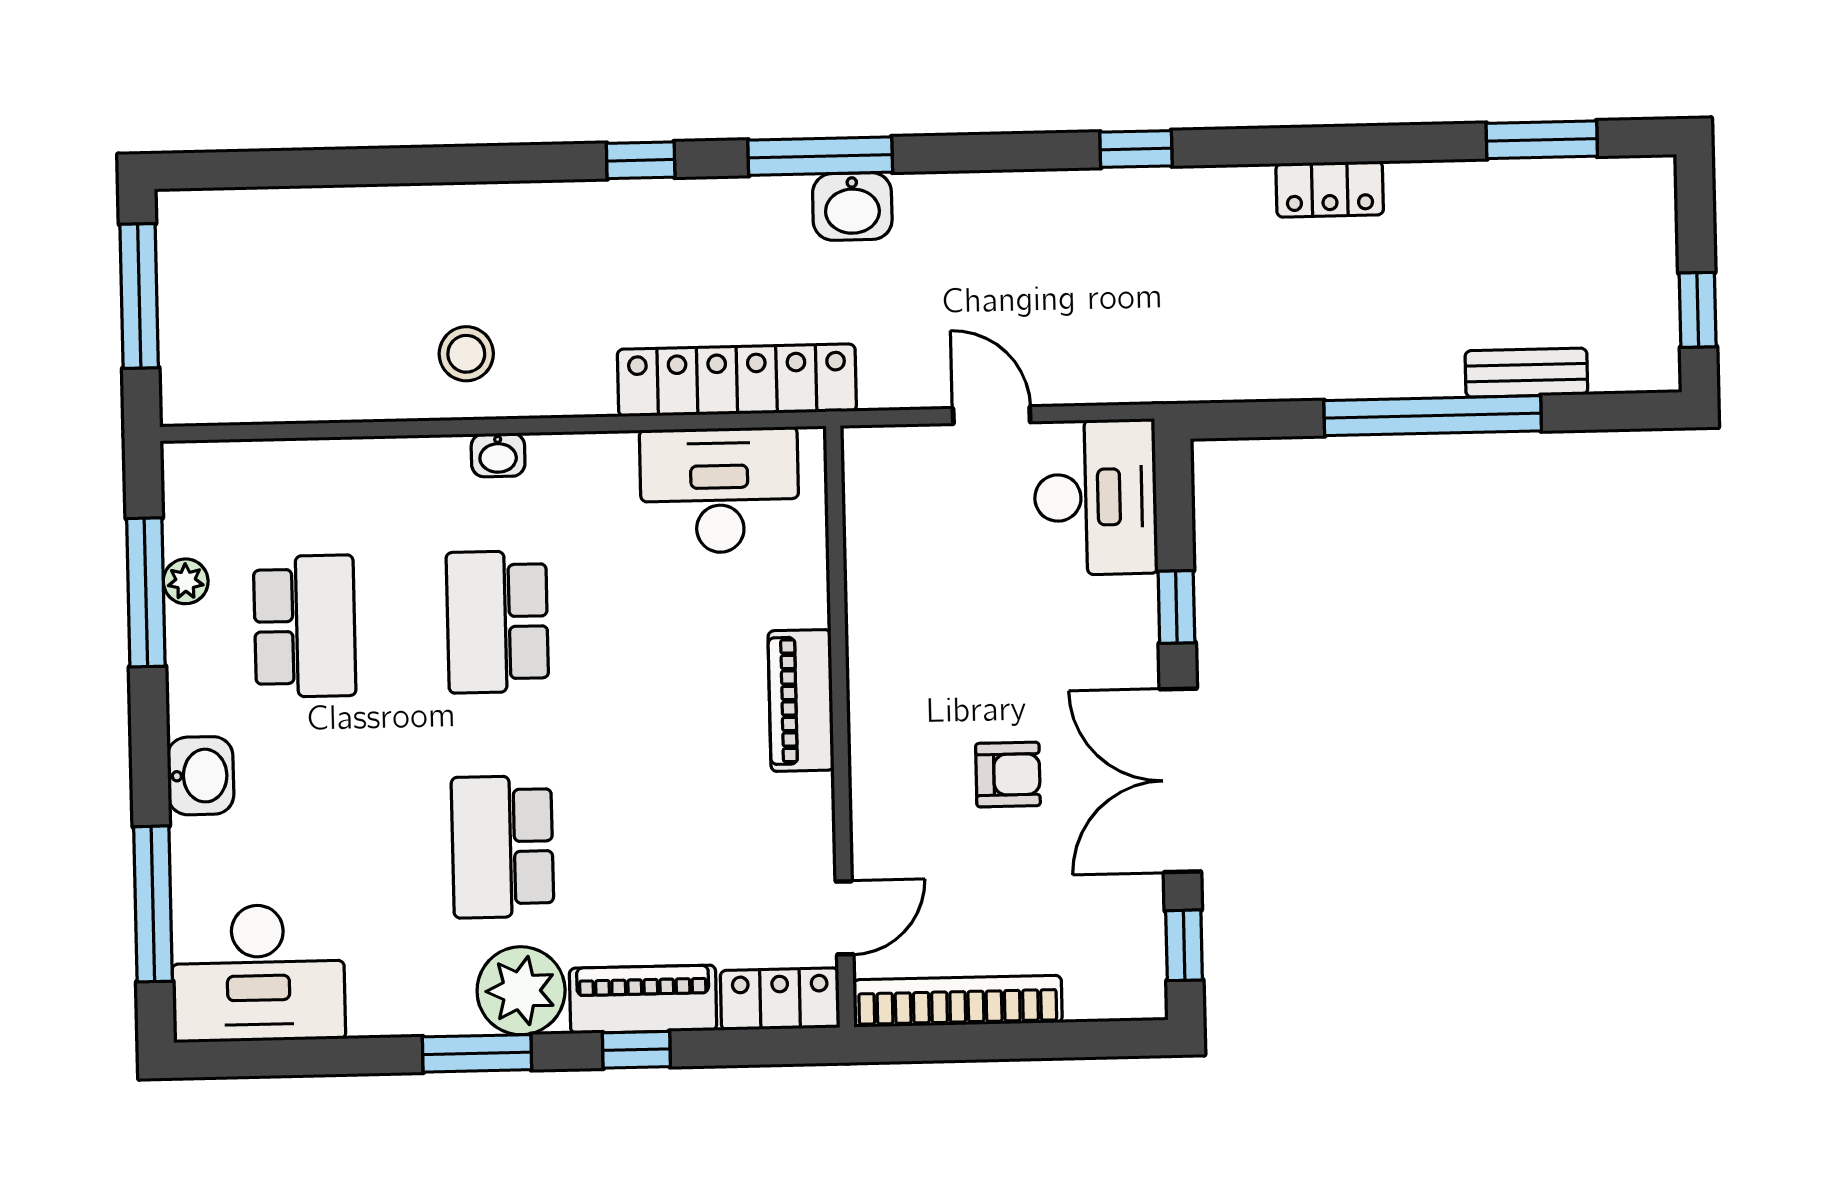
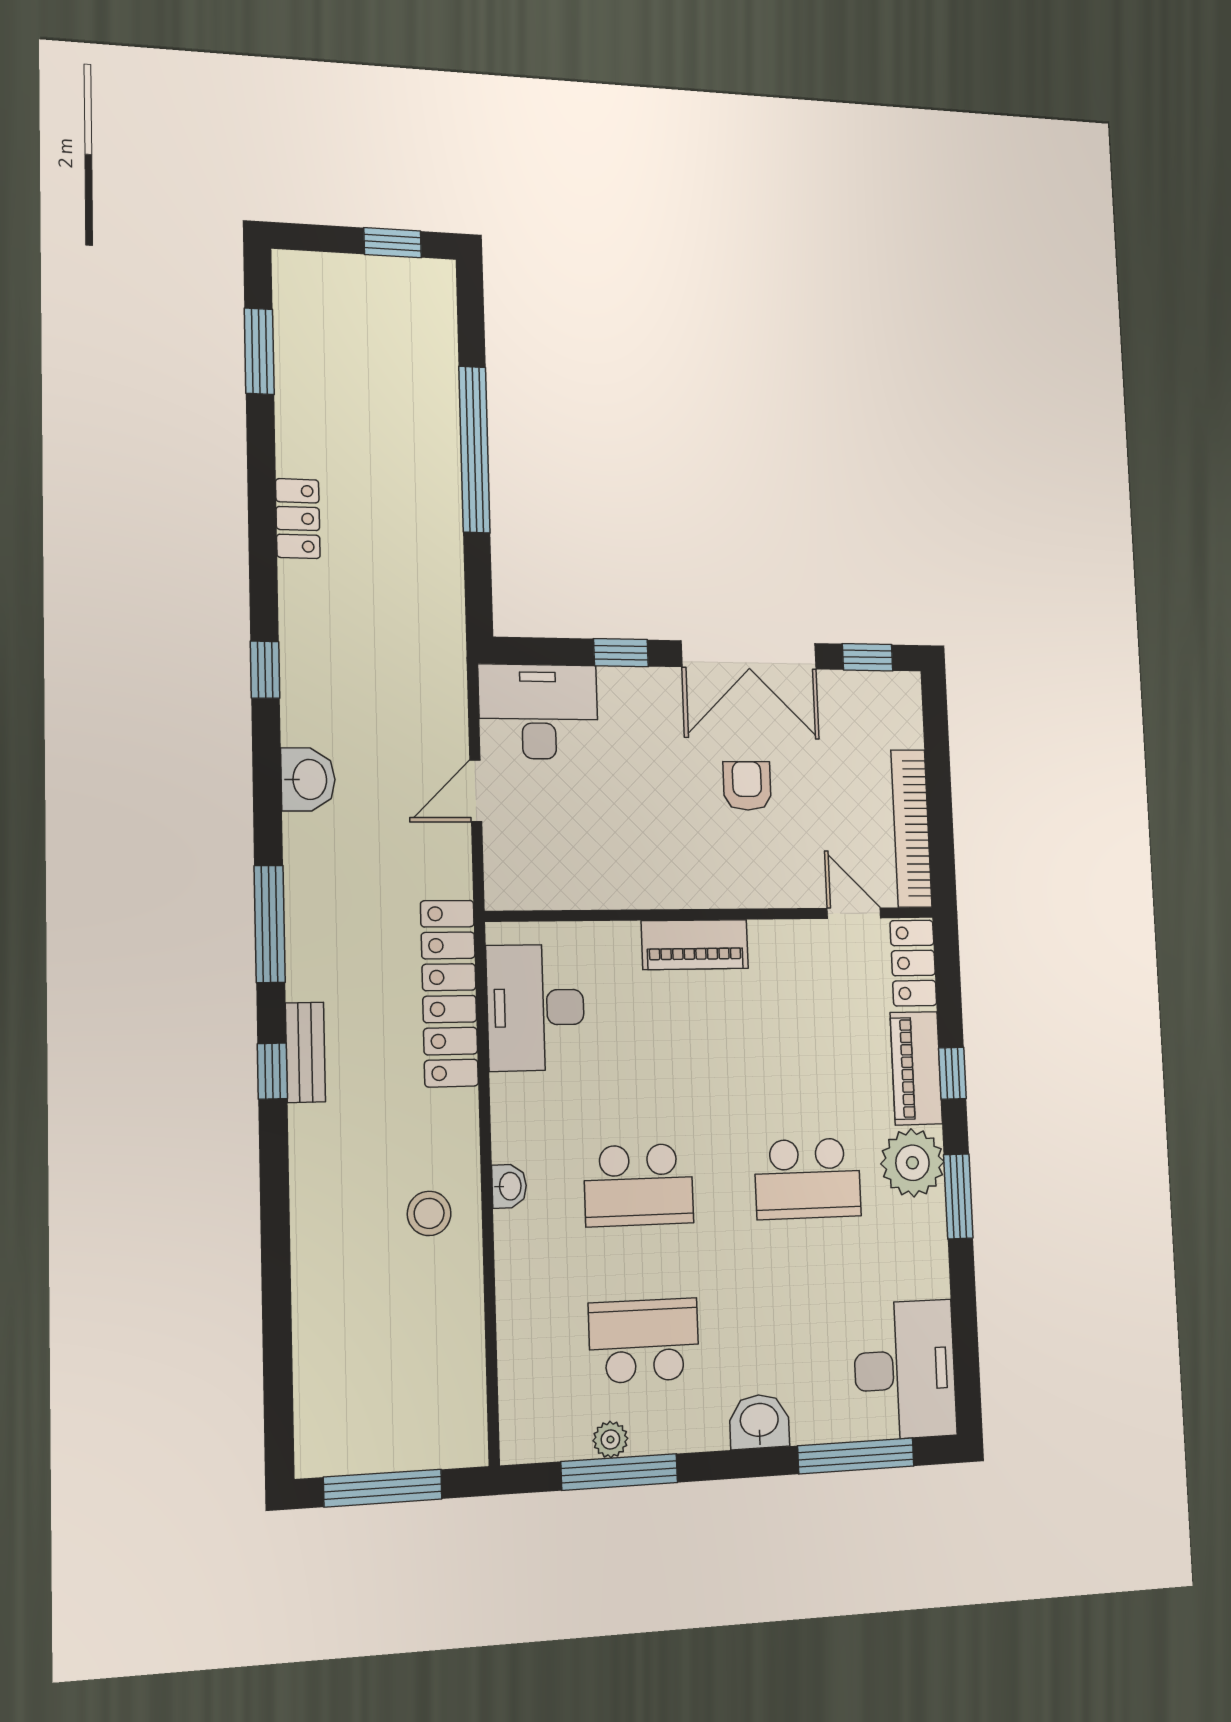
washbasin: (852, 206) -> (308, 779), moved
bench: (1526, 373) -> (305, 1052), moved

